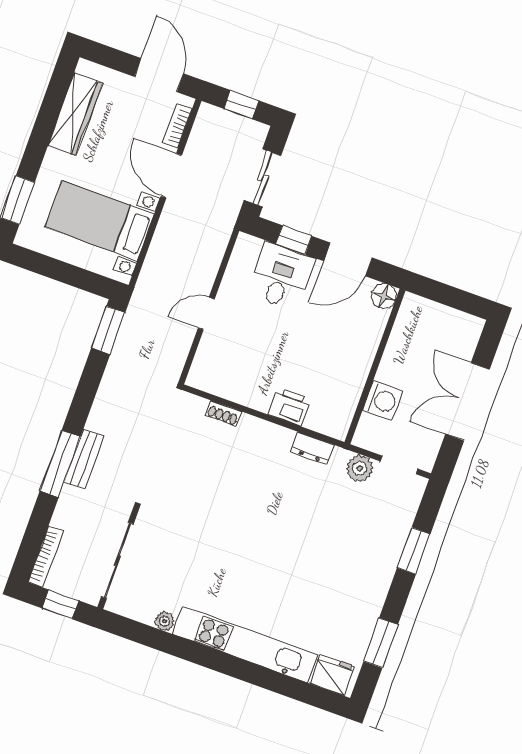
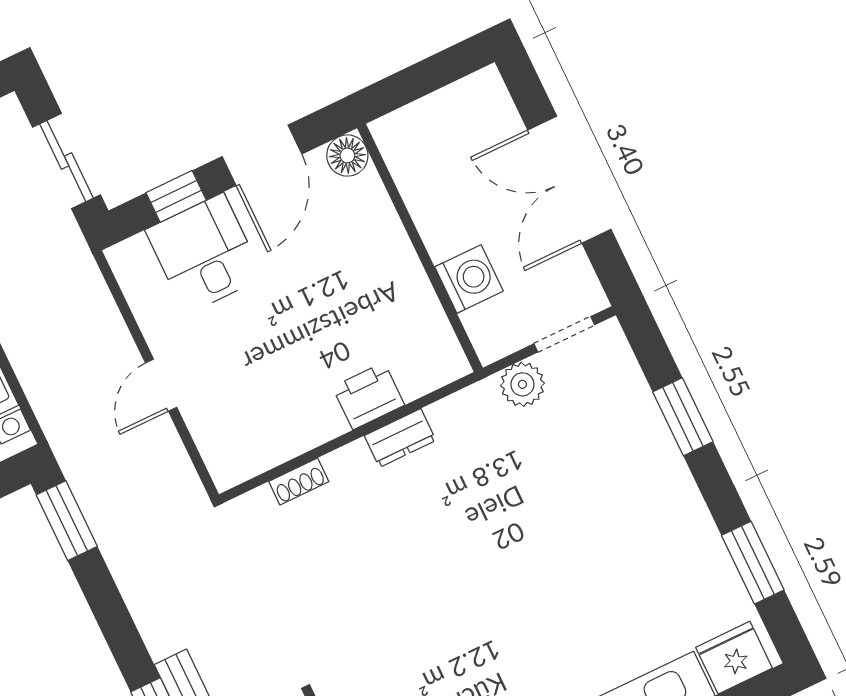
dresser: (312, 448) -> (400, 438), moved

